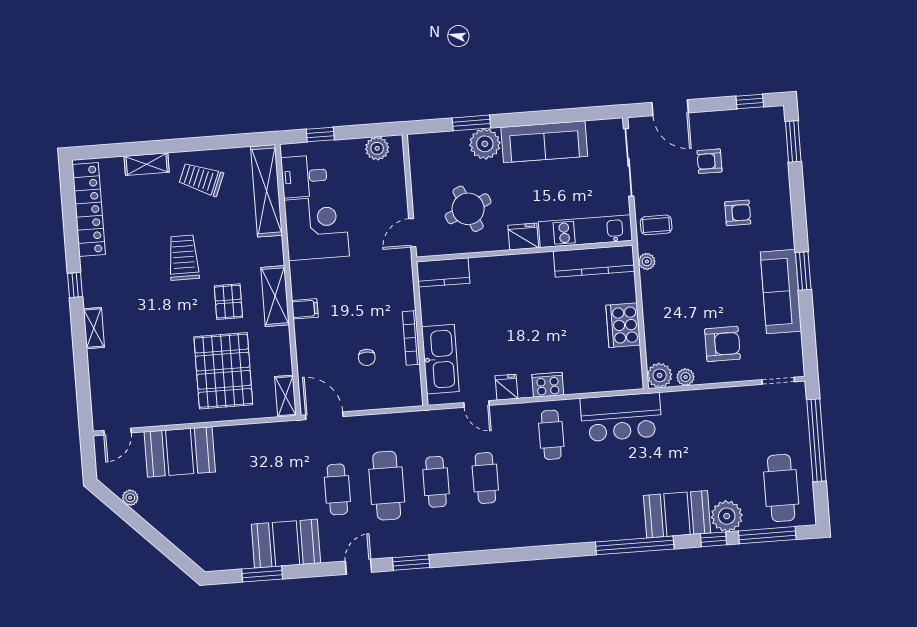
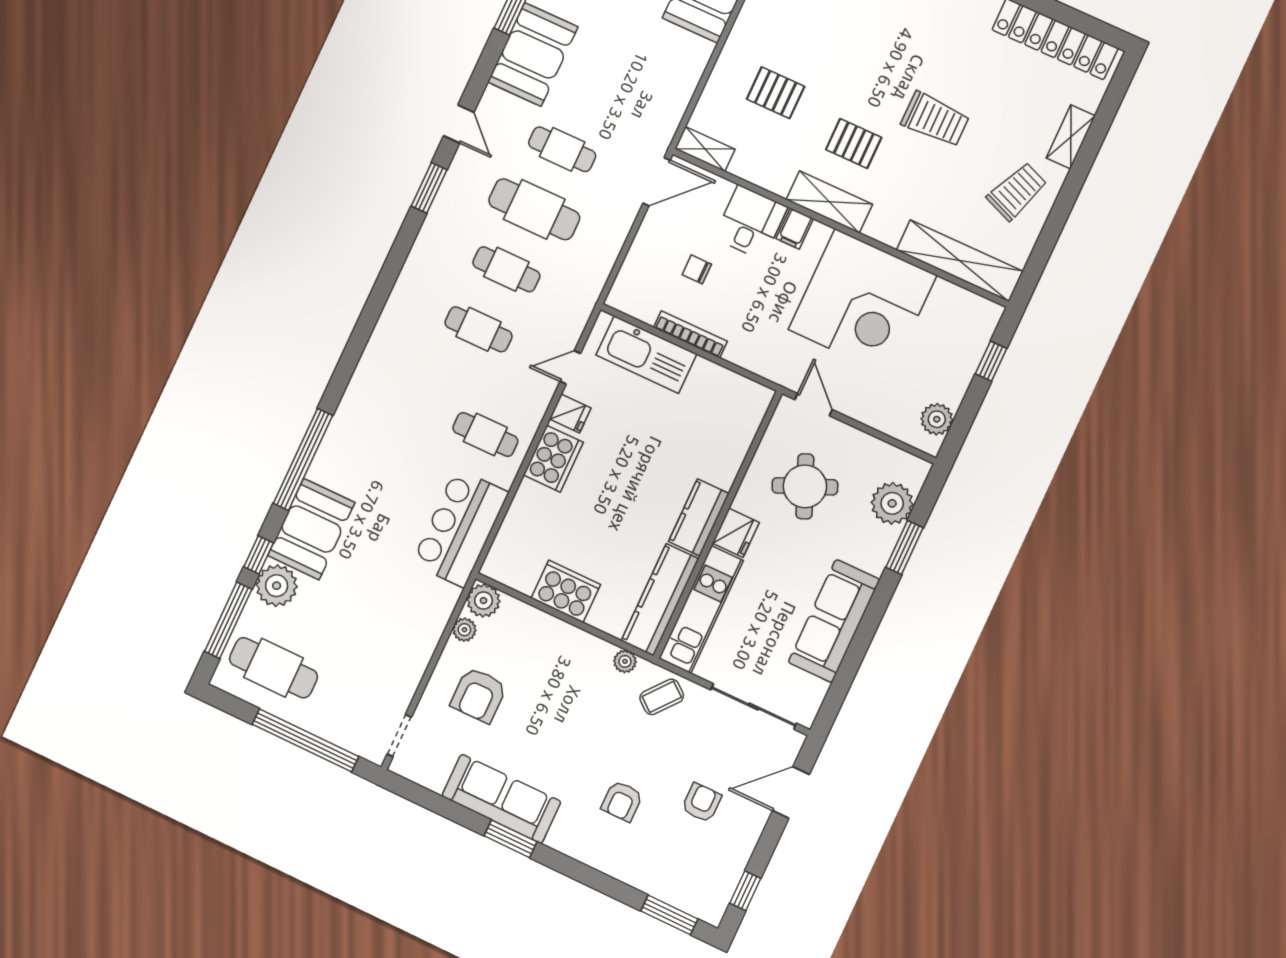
plant: (485, 144) -> (892, 503), moved
desk: (304, 176) -> (751, 222), moved
coffee table: (656, 225) -> (662, 697), turned 39
corner desk: (317, 228) -> (862, 302), width x1.36, depth x1.36
kitchen counter: (443, 272) -> (699, 518), moved
pallet: (223, 371) -> (776, 93), width x0.49, depth x0.50
cooker: (548, 385) -> (553, 459), width x1.37, depth x1.31

